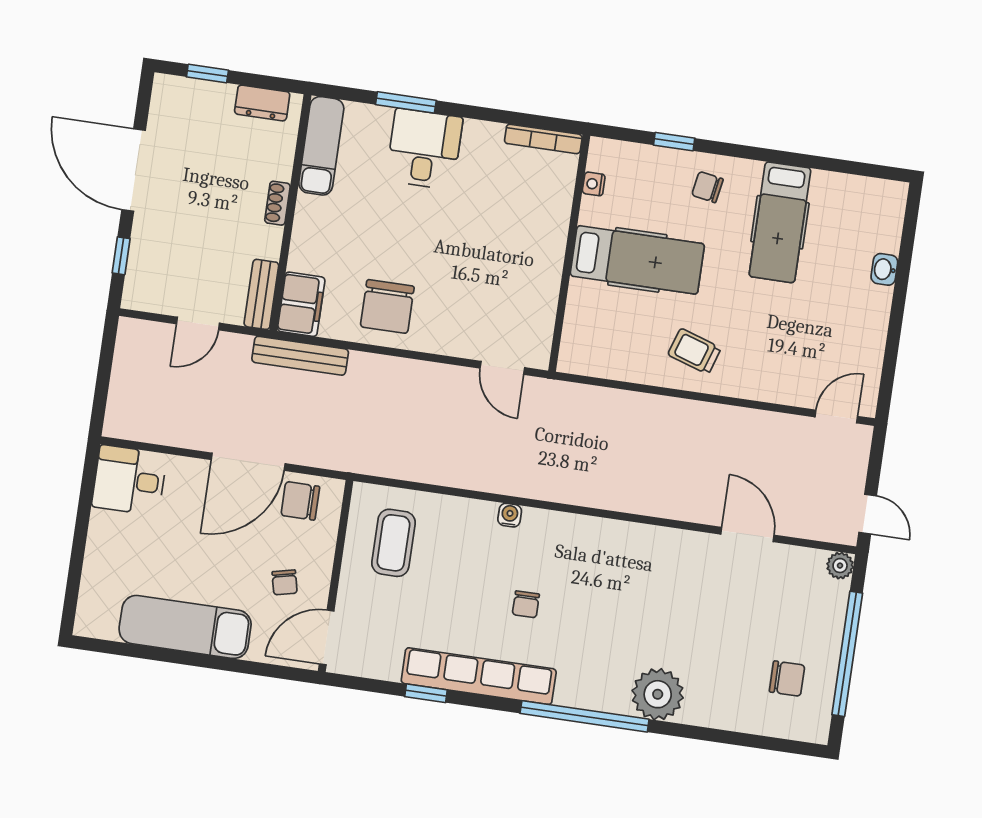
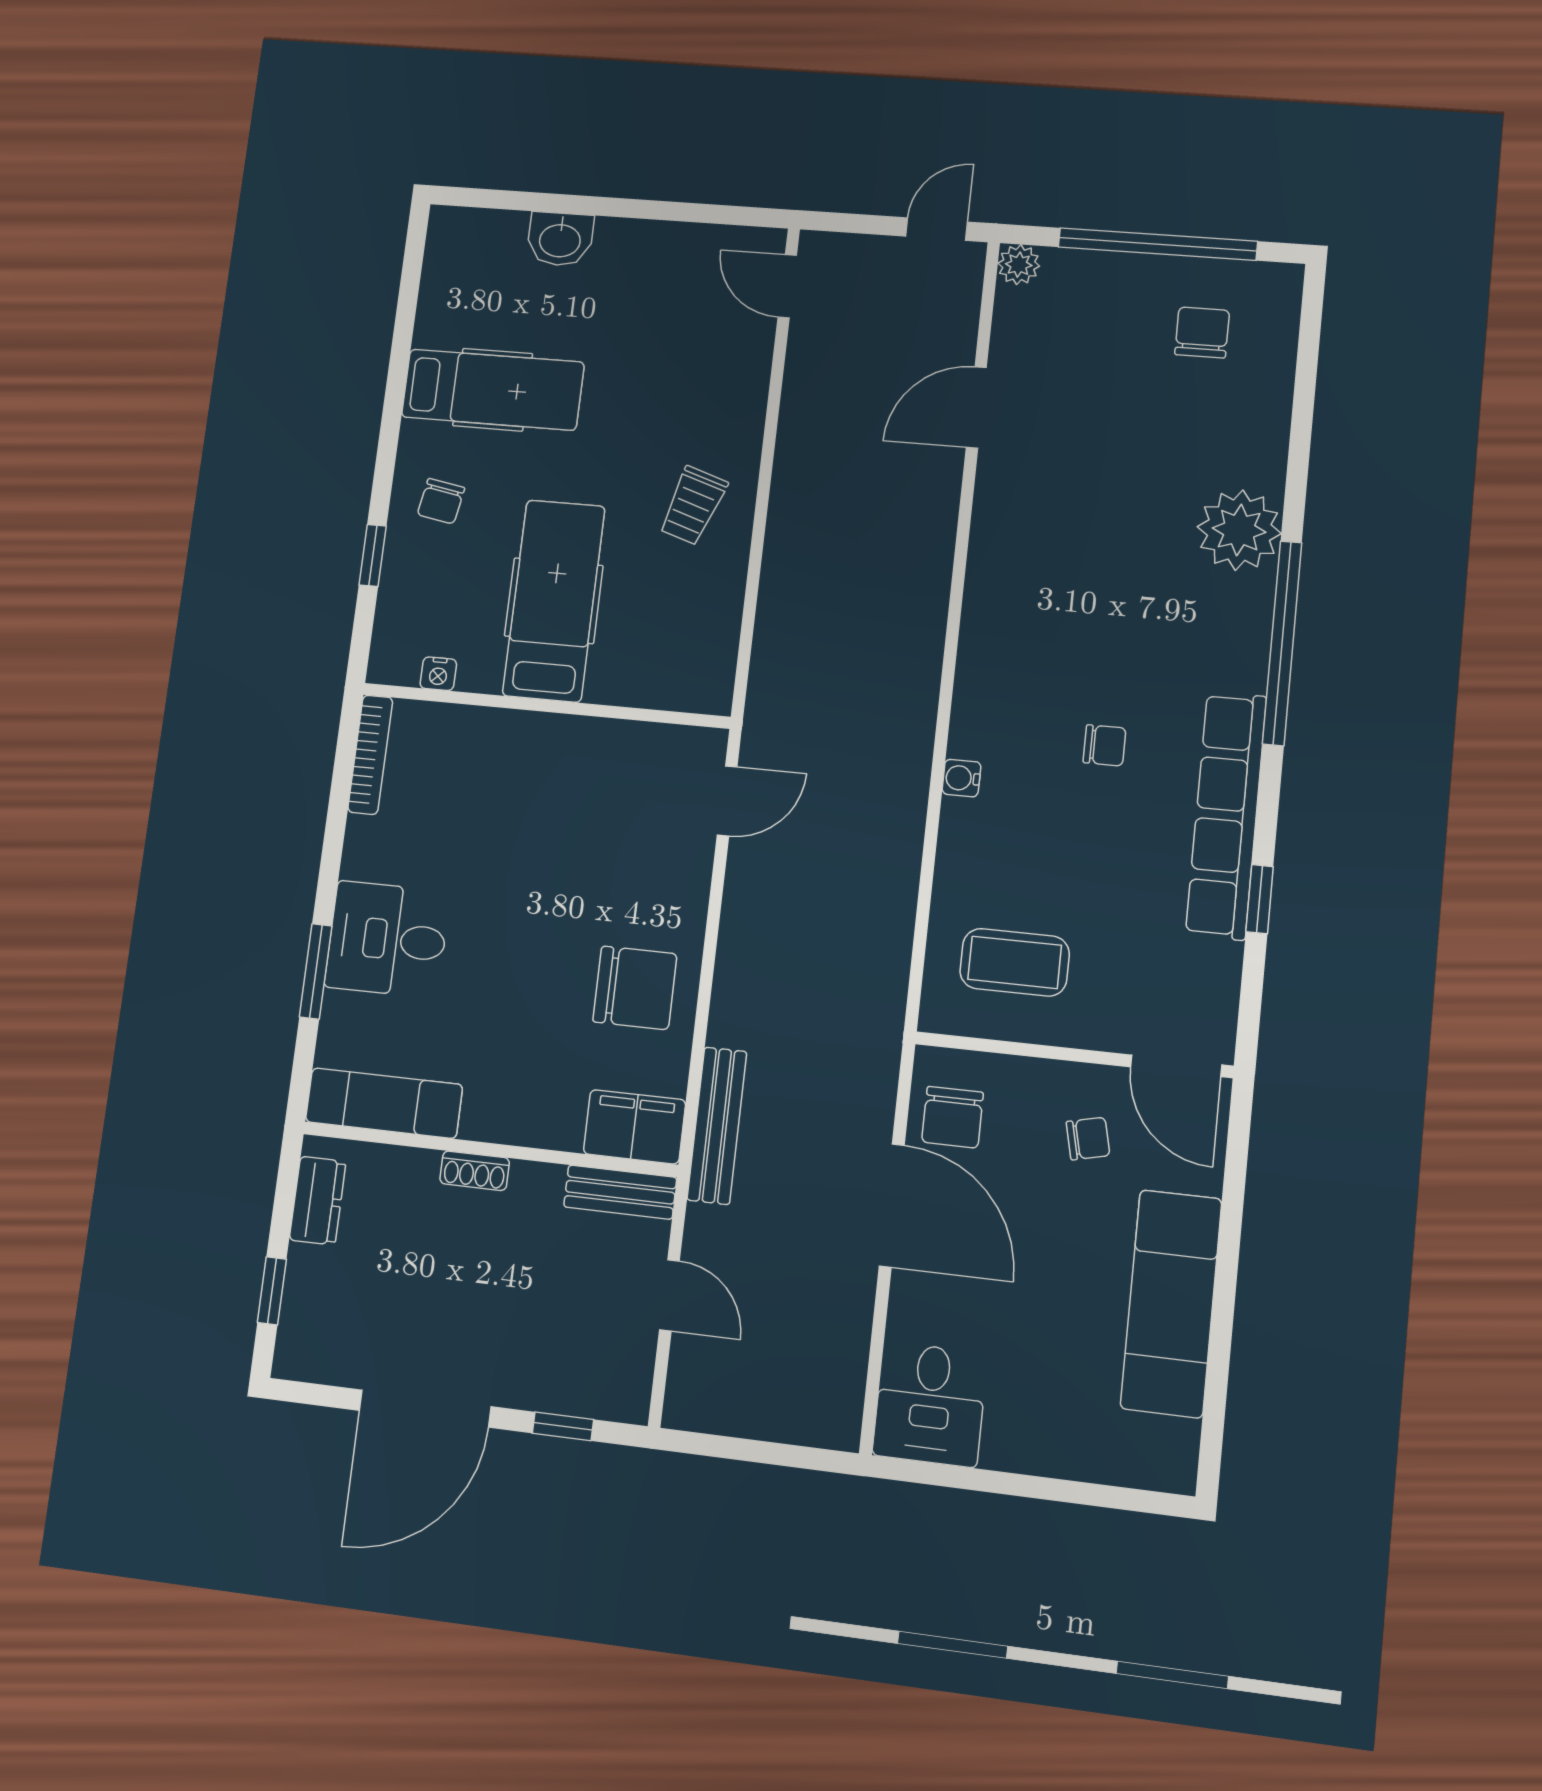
washbasin: (884, 269) -> (560, 239), width x1.38, depth x1.45

